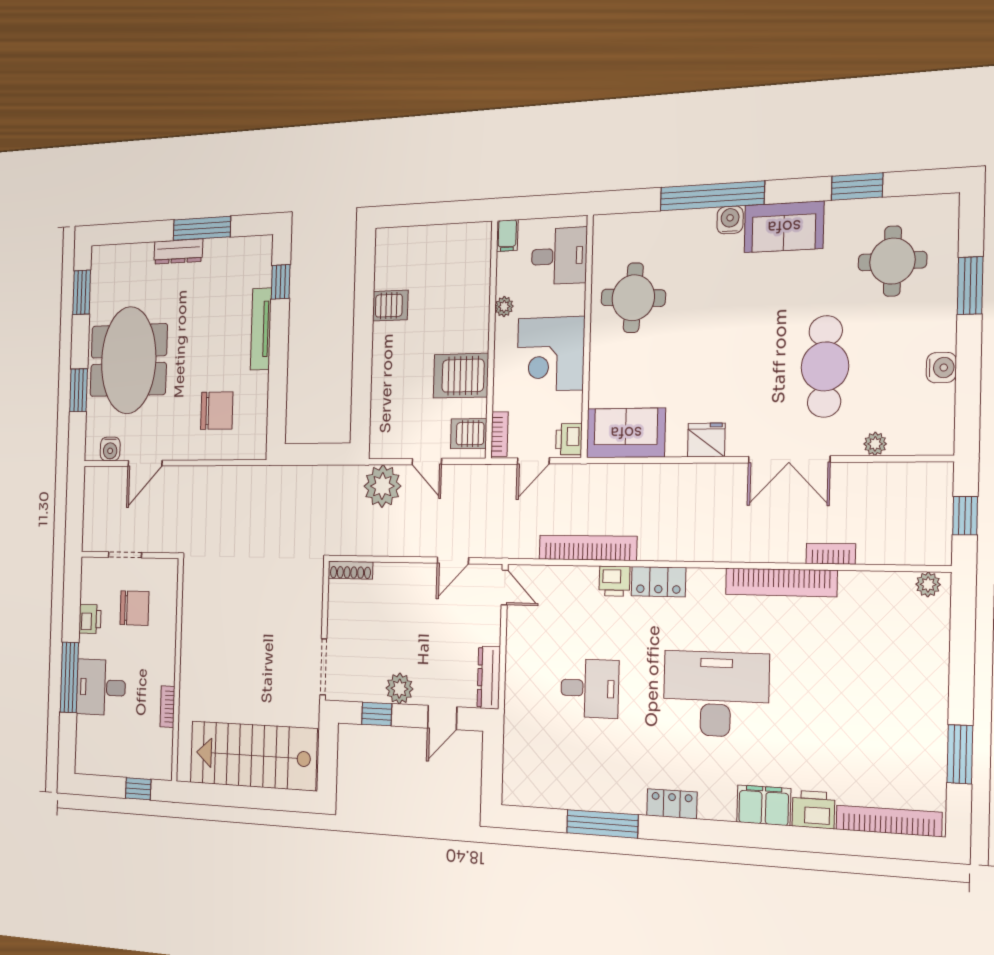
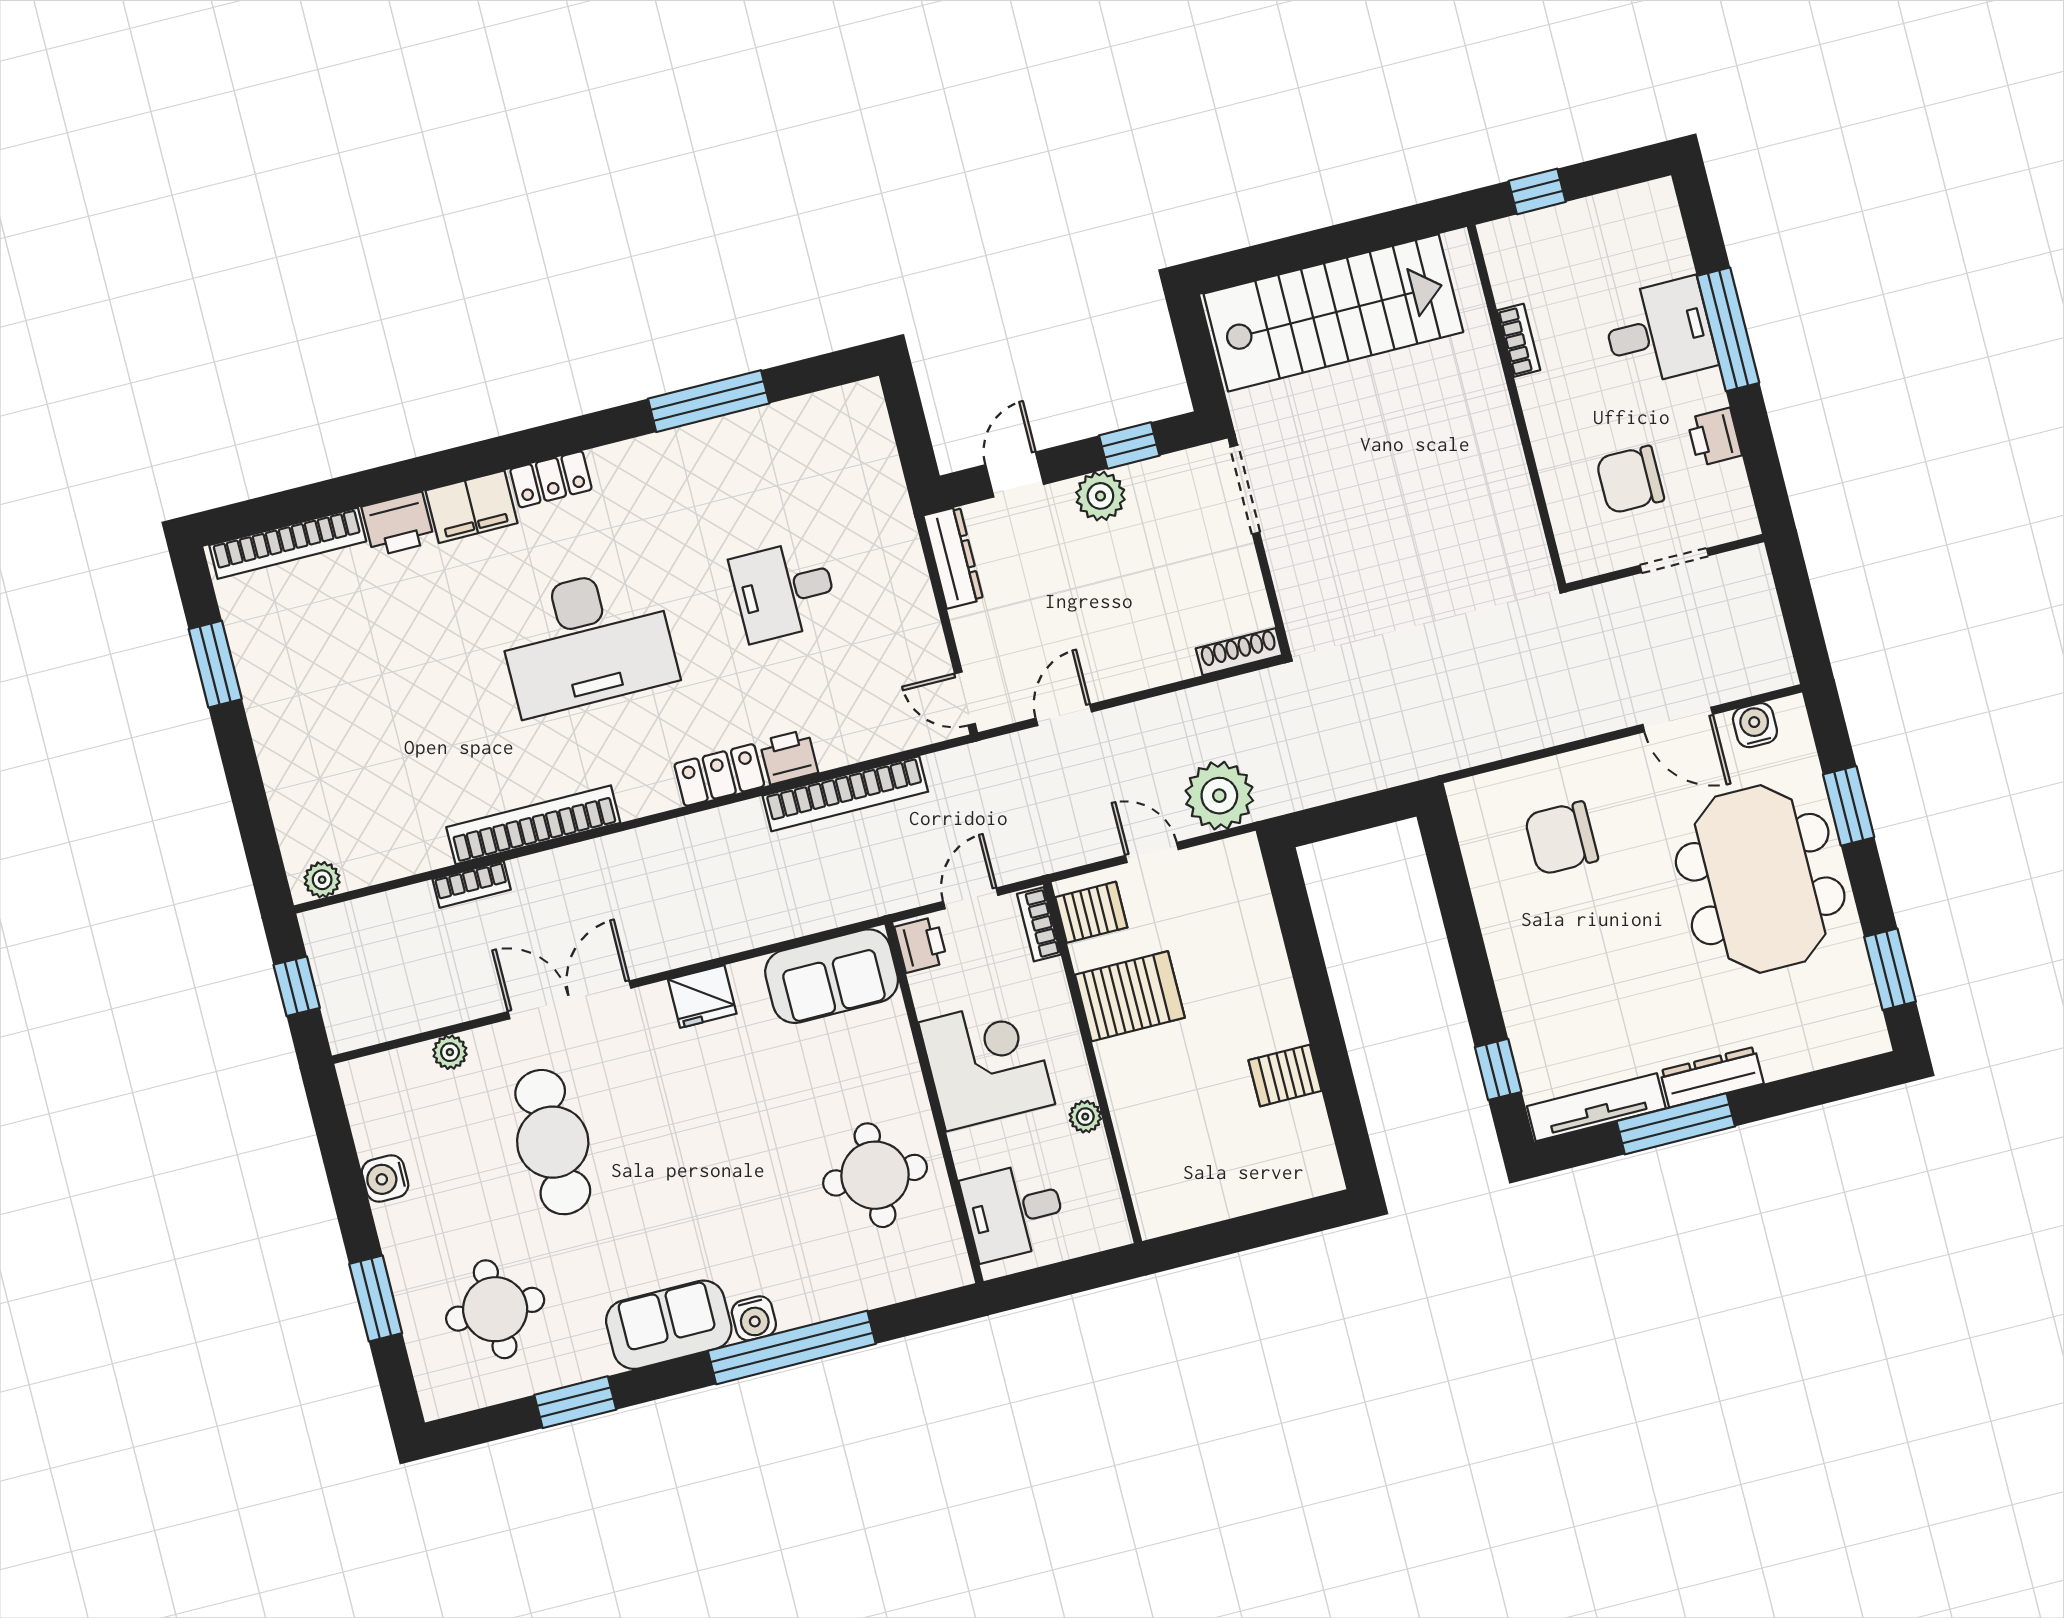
filing cabinet: (507, 235) -> (1110, 1224), removed
tv unit: (261, 329) -> (1596, 1107), moved, turned -90
door: (145, 463) -> (1678, 719), swing flipped
locker: (672, 804) -> (551, 479), moved

